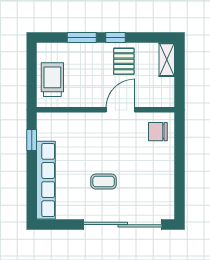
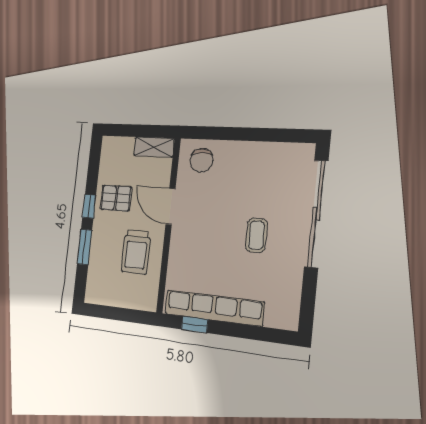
shelving: (167, 60) -> (154, 147), moved
trolley: (52, 80) -> (136, 252), moved, turned -90
row of seats: (46, 180) -> (214, 308), moved

